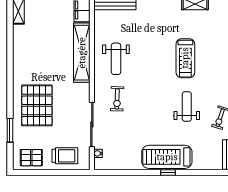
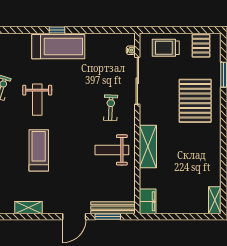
shelving: (82, 53) -> (148, 146), width x0.68
weight bench: (116, 59) -> (112, 150), turned -90
pallet: (31, 158) -> (201, 46), turned 90

